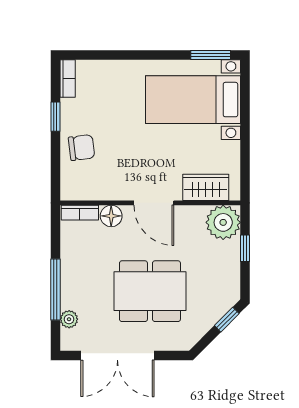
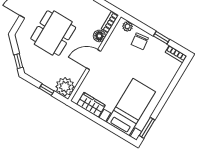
plant: (70, 181) -> (128, 26), added
wardrobe: (206, 187) -> (91, 105), moved, turned -90

